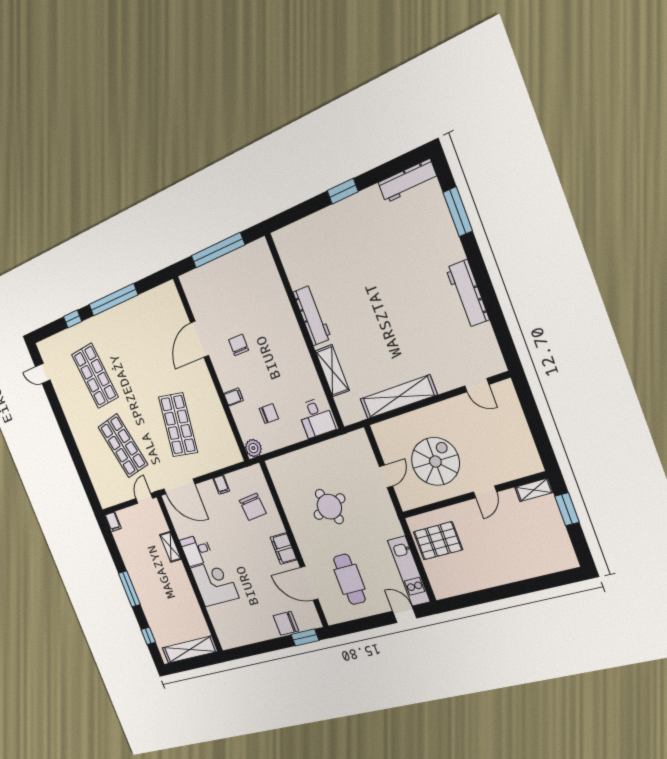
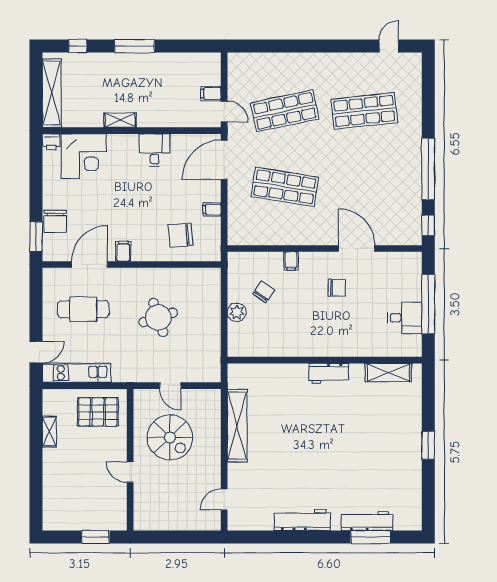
workbench: (408, 181) -> (367, 521), moved, turned 90
workbench: (312, 315) -> (329, 373), width x0.73
window: (73, 319) -> (428, 225), moved
shelving: (332, 371) -> (388, 372), moved
chair: (269, 414) -> (264, 292), turned -145
desk: (316, 418) -> (405, 318), moved, turned 180
plant: (253, 448) -> (237, 312), moved
shelving: (534, 490) -> (49, 432), moved
filing cabinet: (113, 522) -> (211, 94), moved
pallet: (438, 541) -> (98, 412), turned 90
shelving: (171, 547) -> (120, 120), moved
filing cabinet: (284, 548) -> (123, 251), width x0.50
corner desk: (214, 583) -> (84, 156), moved
chair: (286, 623) -> (55, 221), turned 180
printer: (226, 642) -> (51, 142), added

